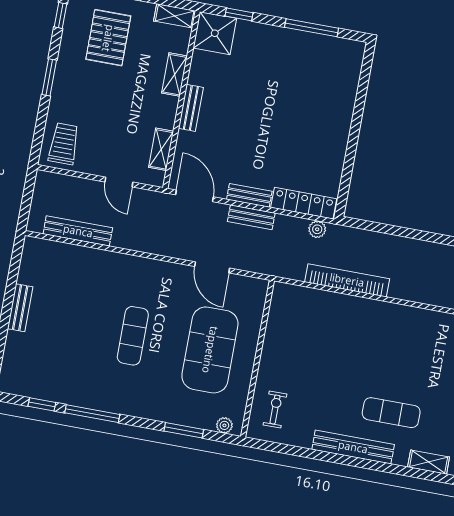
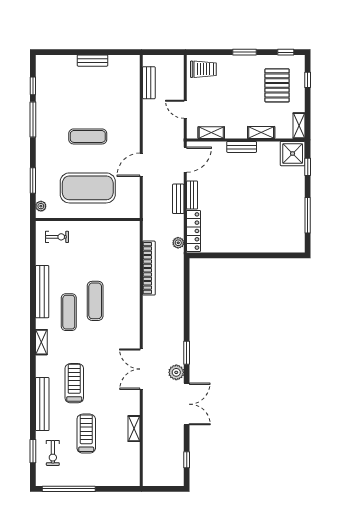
pallet: (108, 38) -> (277, 85), turned 90
door: (119, 182) -> (185, 109), hinge flipped
bench: (78, 231) -> (149, 83), width x0.73
door: (212, 267) -> (141, 165), moved
exercise mat: (382, 370) -> (95, 301), added

